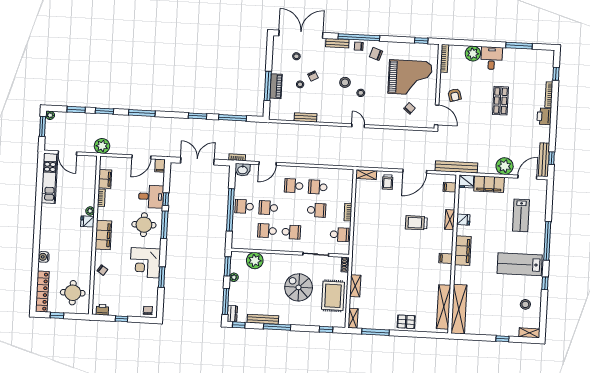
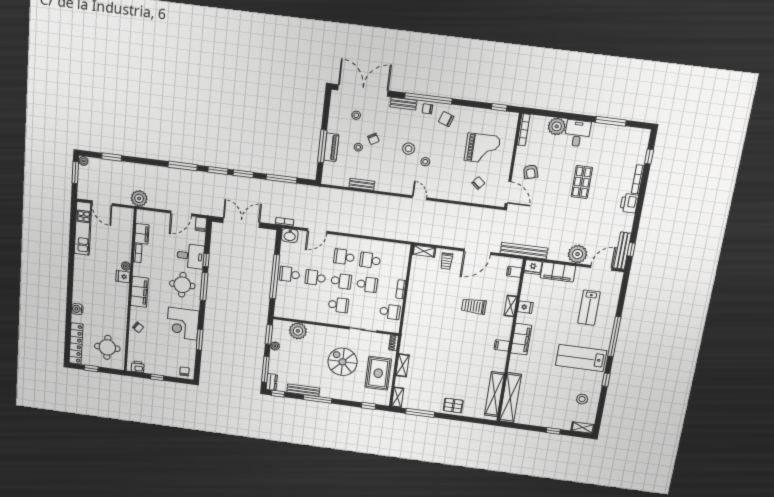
grand piano: (410, 78) -> (482, 149), width x0.73, depth x0.68
window: (104, 111) -> (218, 170), moved
school desk: (267, 231) -> (341, 281), moved, turned 180

